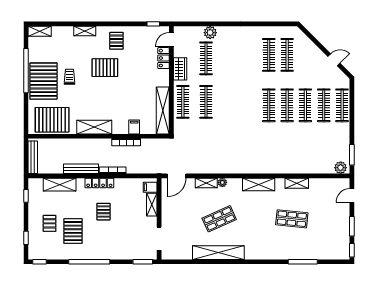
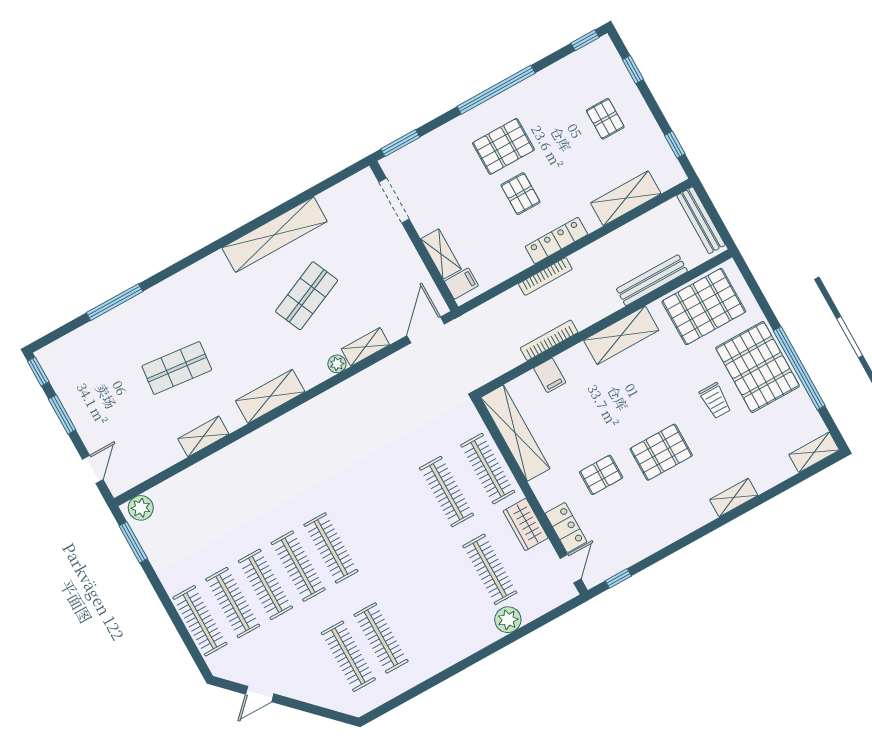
pallet: (116, 41) -> (601, 475), moved, turned 90
bench: (81, 169) -> (652, 280), moved
pallet: (73, 231) -> (503, 146), moved, turned 90

